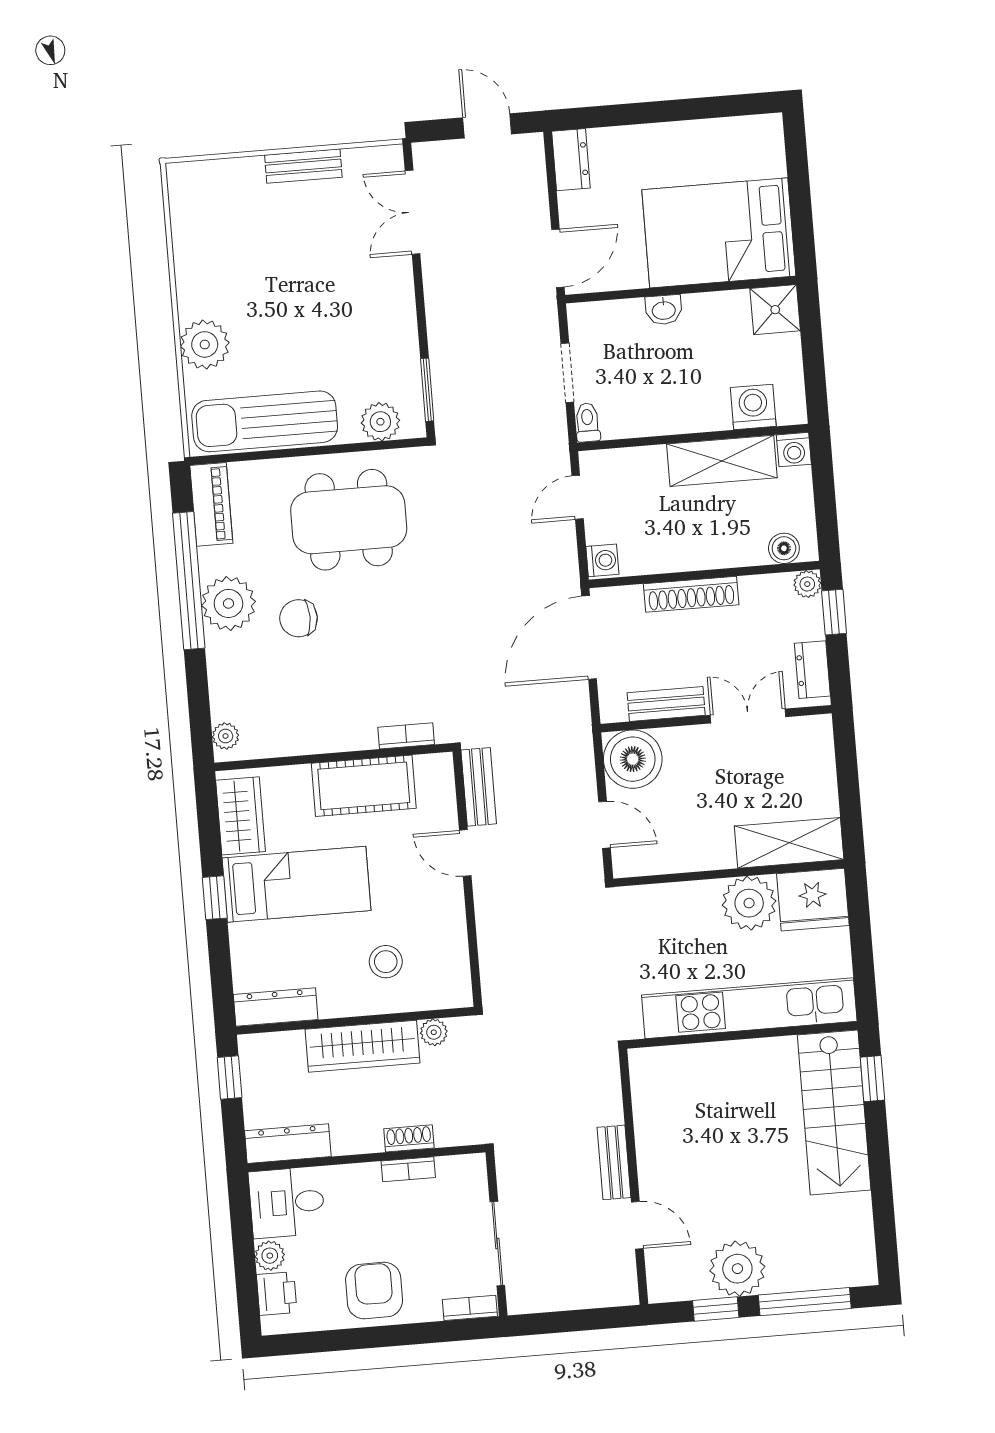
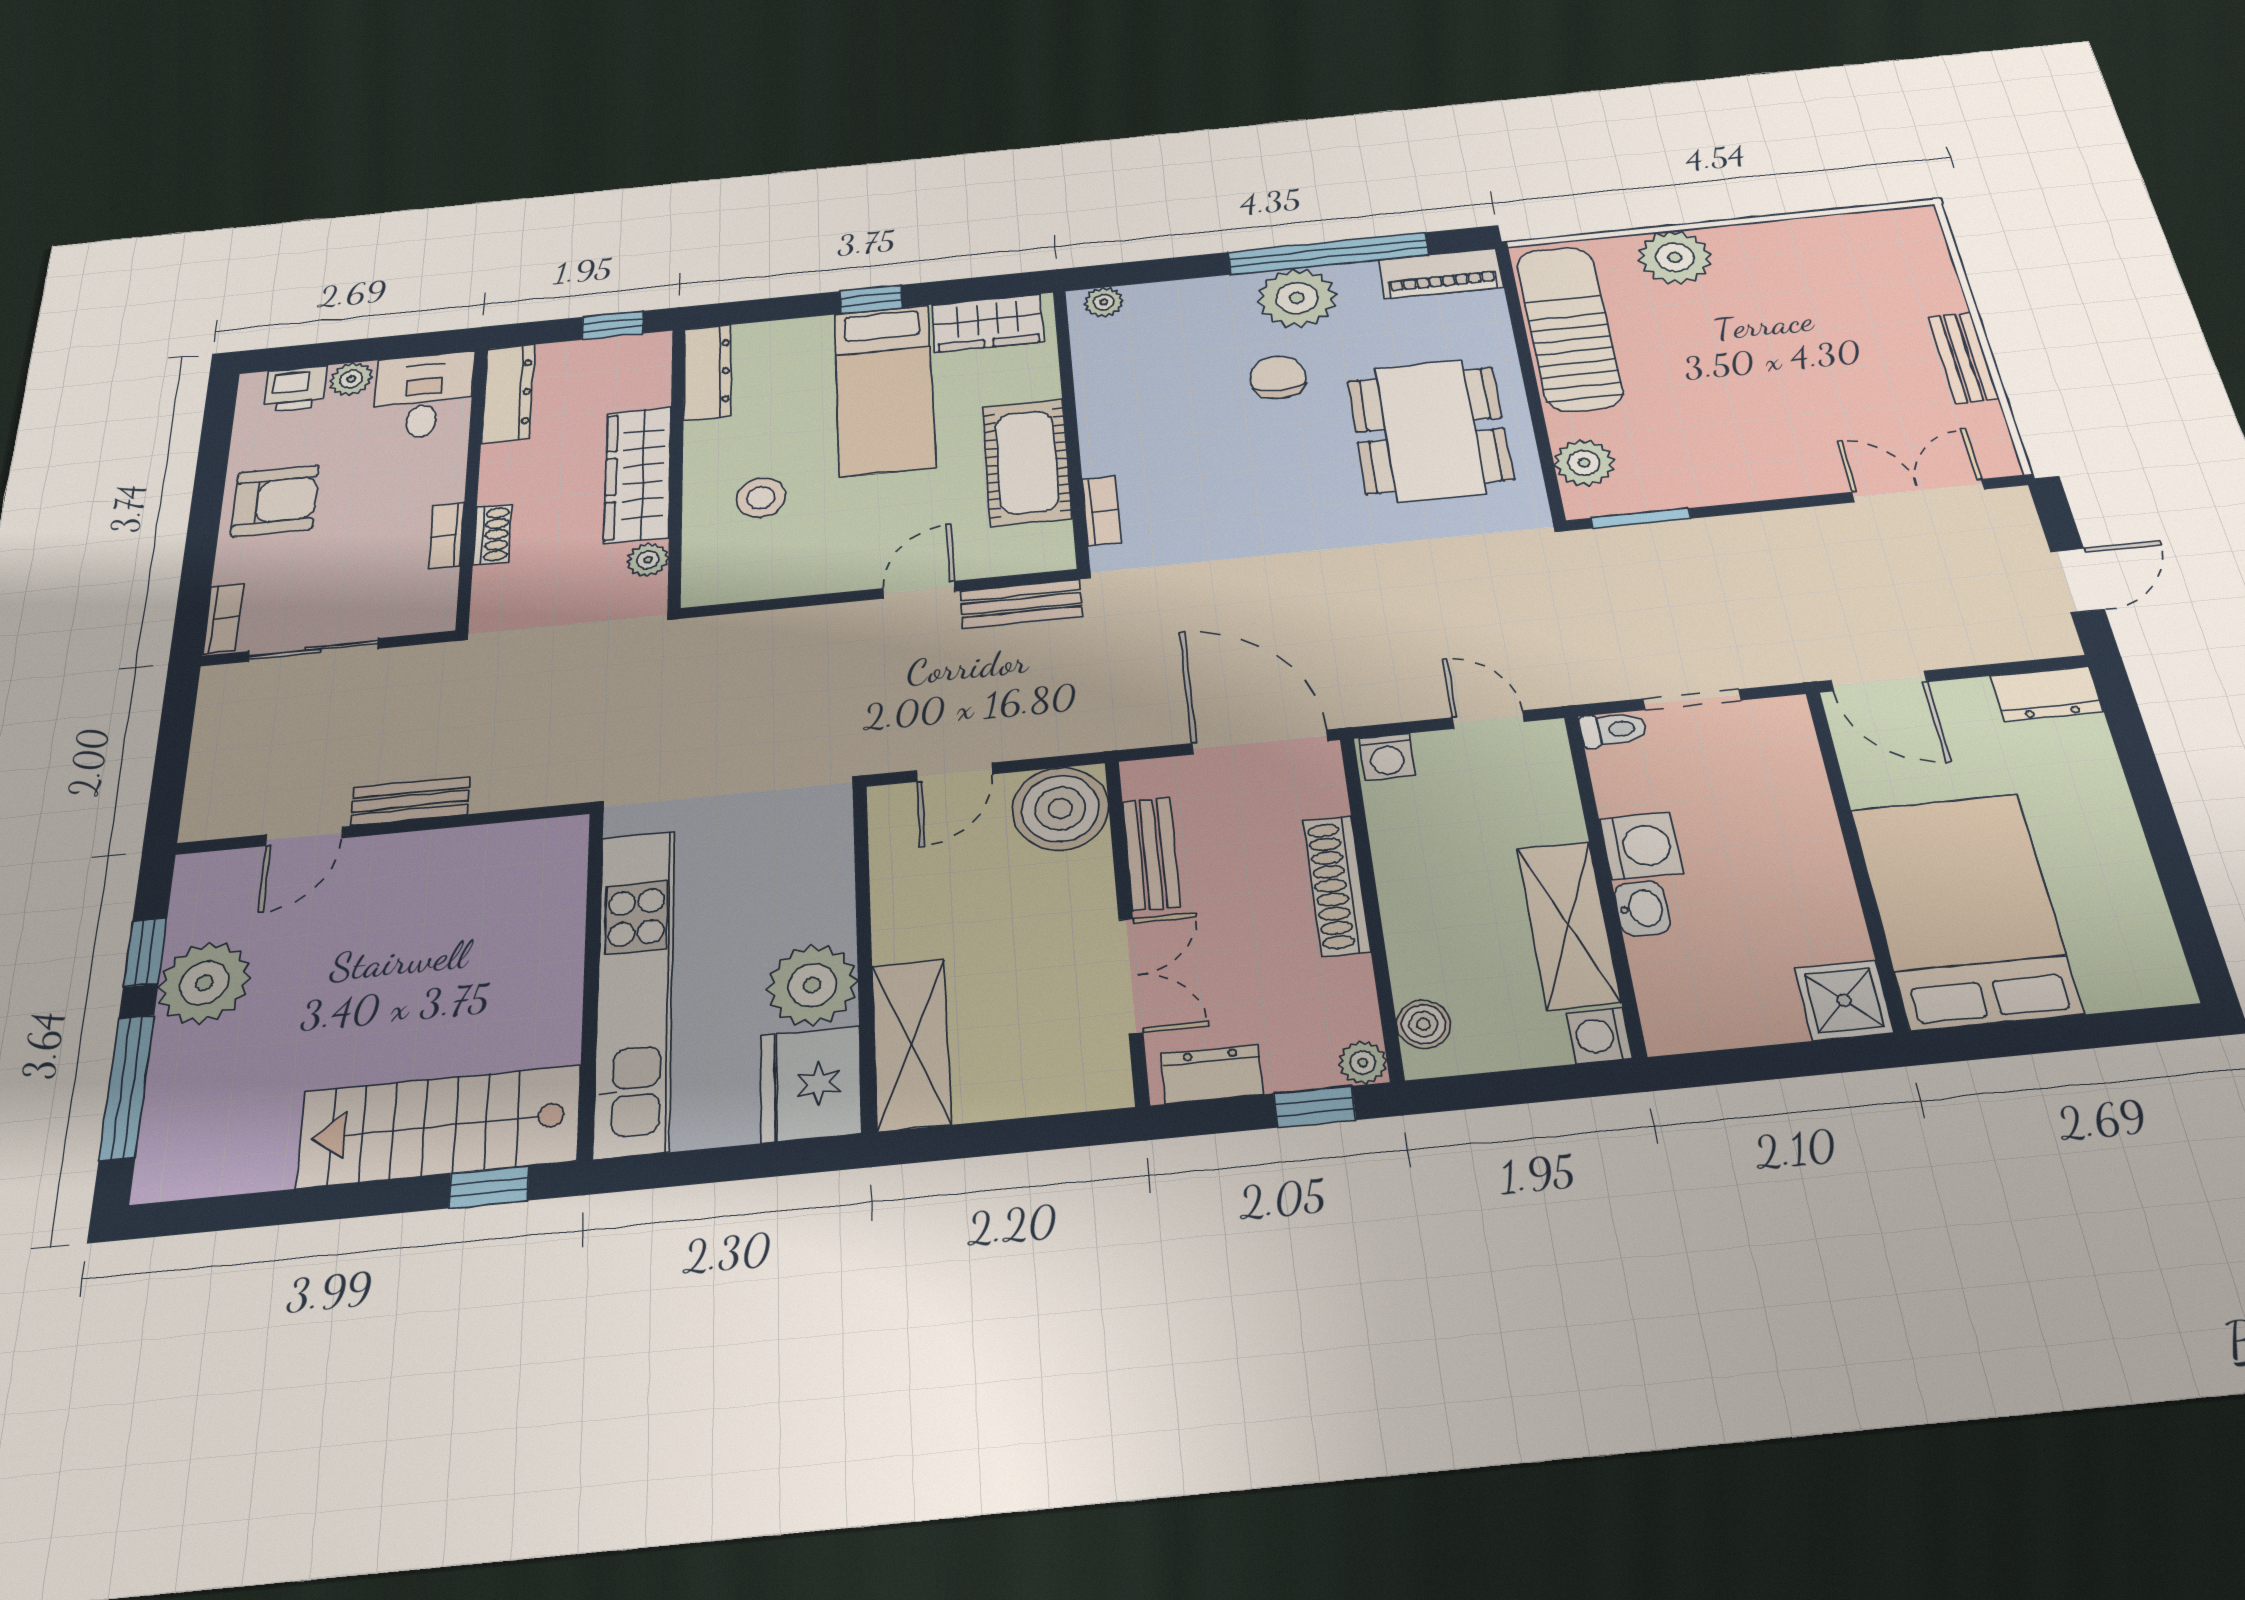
washbasin: (664, 310) -> (1642, 908), moved, turned 180
washing machine: (753, 407) -> (1641, 846), moved

